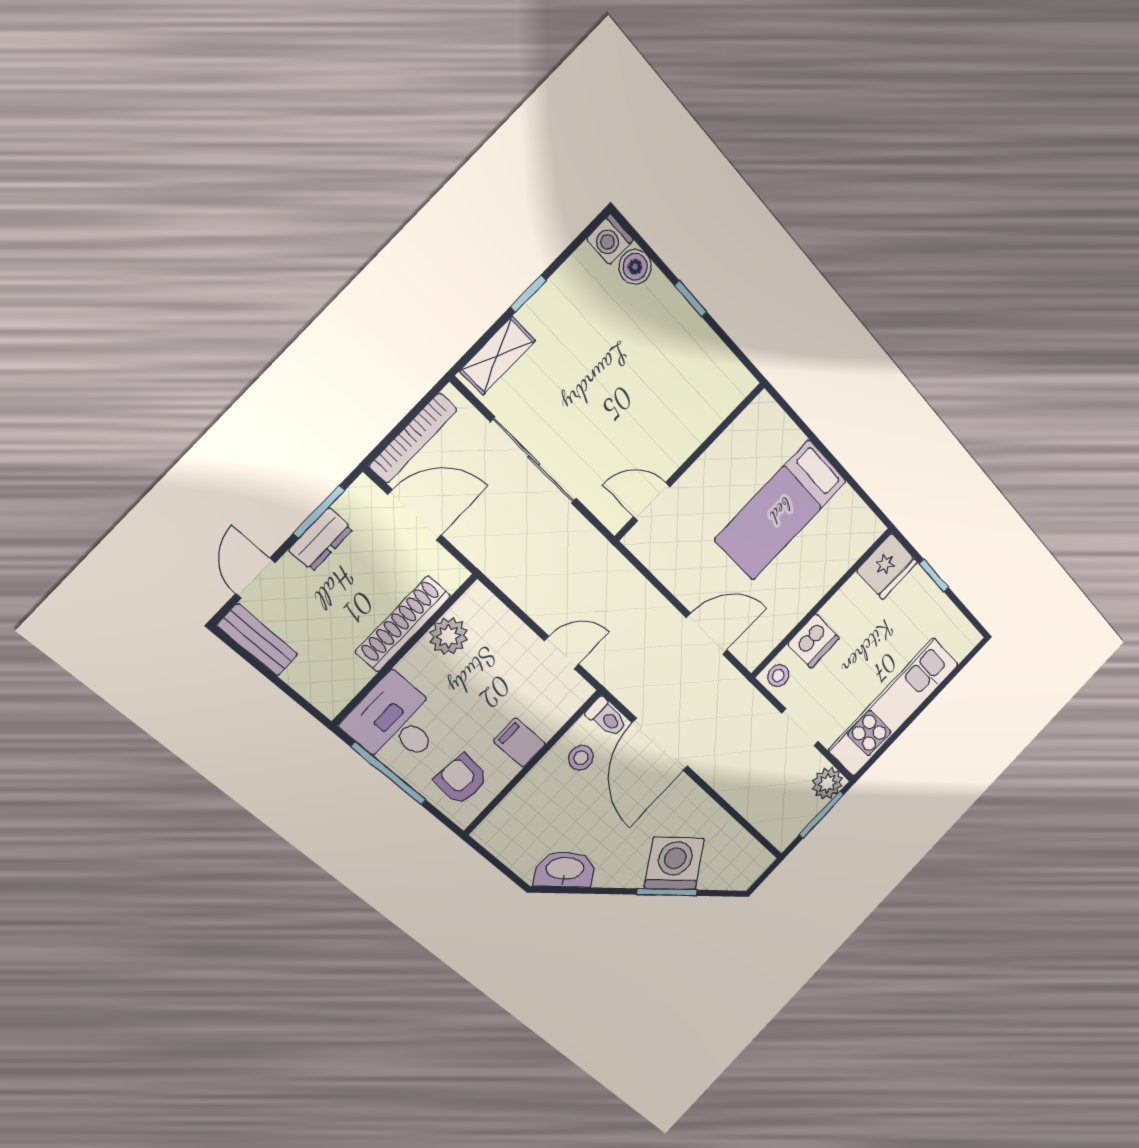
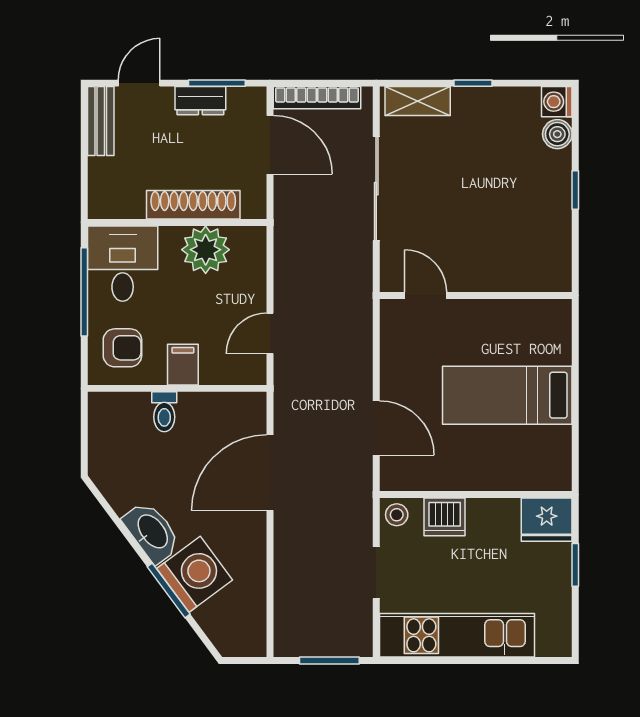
plant: (449, 636) -> (206, 250), width x1.36, depth x1.36
door: (562, 653) -> (270, 333), swing flipped
toilet: (607, 717) -> (164, 412), moved
stool: (581, 758) -> (210, 421), removed
armchair: (461, 779) -> (122, 348), turned 84
plant: (827, 783) -> (356, 640), removed
washbasin: (565, 869) -> (152, 532), moved

